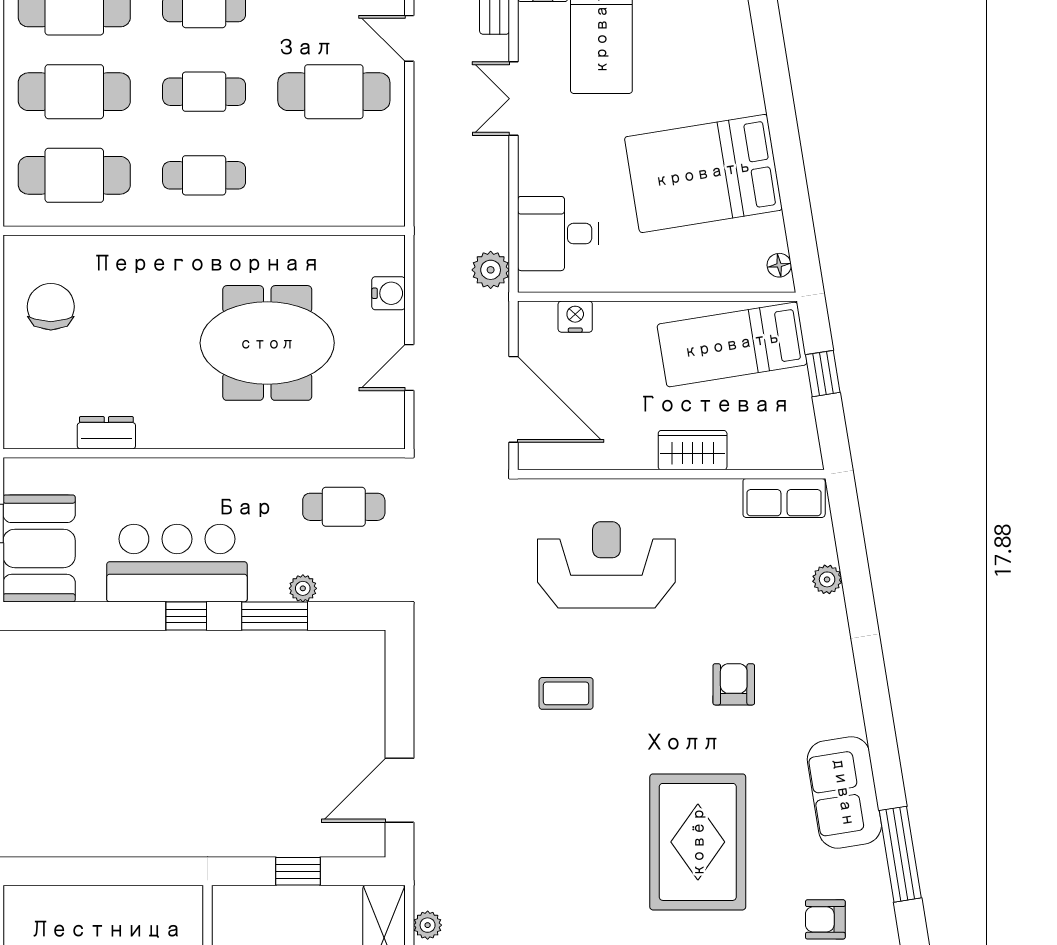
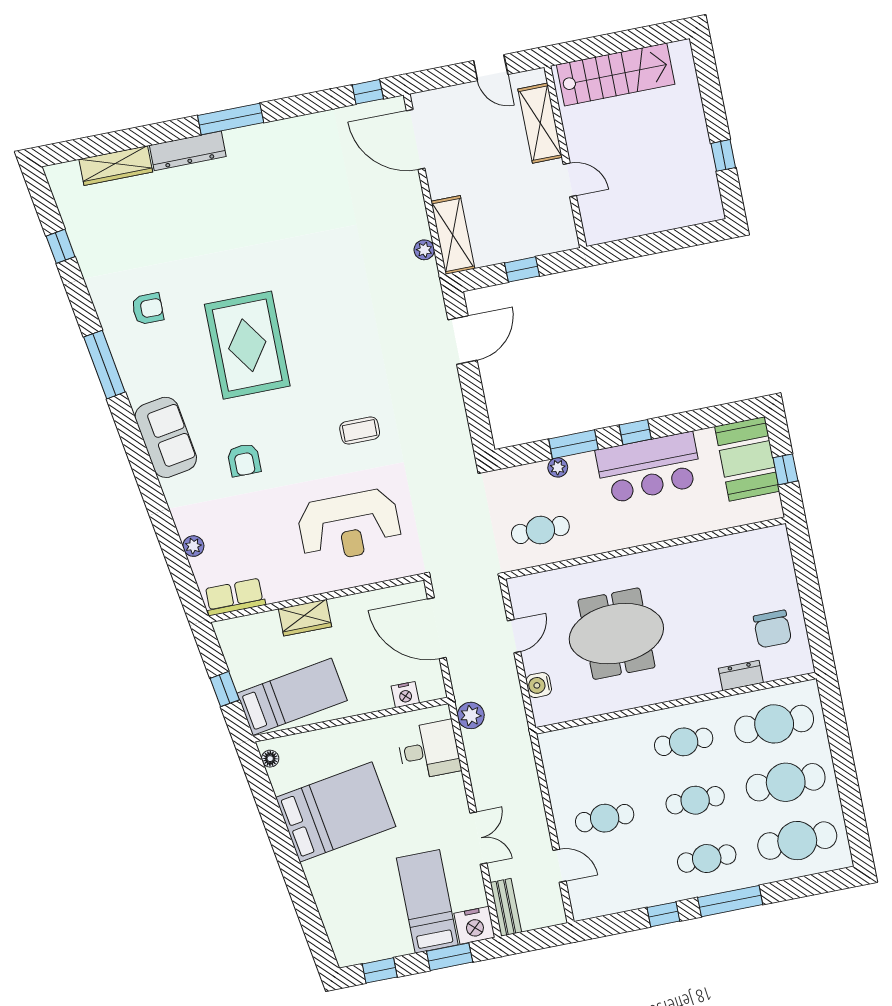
cafe table: (334, 92) -> (605, 818), width x0.73, depth x0.74
dresser: (106, 433) -> (741, 675), moved, turned 180
sofa: (844, 792) -> (166, 437), moved

